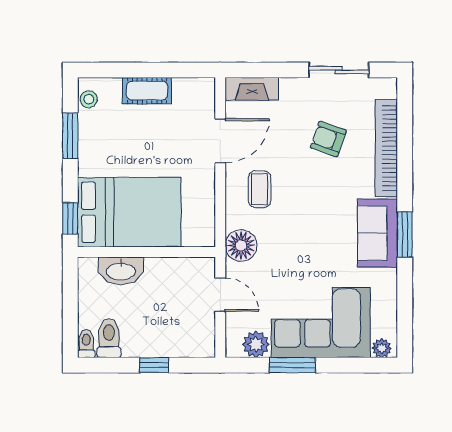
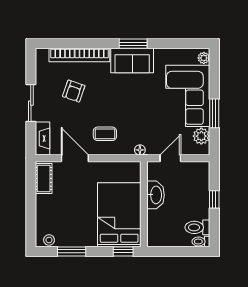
sliding door: (339, 70) -> (31, 103), moved
cot: (147, 91) -> (44, 178), moved
floor lamp: (241, 246) -> (140, 150), width x0.53, depth x0.53
washbasin: (121, 271) -> (156, 195), moved

